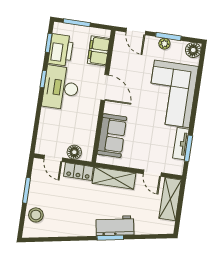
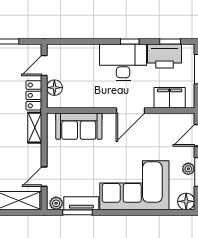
plant: (178, 166) -> (56, 203), added
shelving: (114, 178) -> (35, 128), width x0.67, depth x0.75

